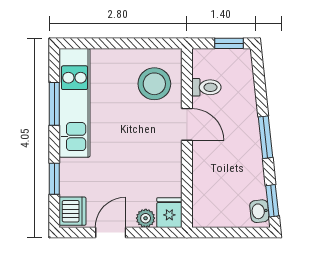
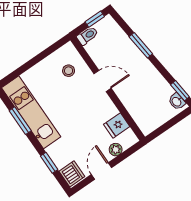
stool: (154, 84) -> (69, 71), width x0.53, depth x0.53
toilet: (206, 87) -> (87, 36), moved
window: (265, 137) -> (141, 45), moved
fridge: (169, 213) -> (117, 125), moved, turned -90

